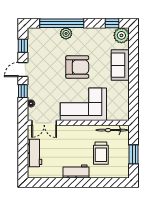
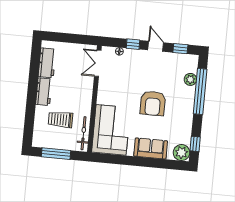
plant: (66, 33) -> (190, 79), moved
corner sofa: (83, 104) -> (111, 130), moved
workbench: (35, 153) -> (47, 63), moved, turned -90
window: (134, 154) -> (56, 154), width x1.44

